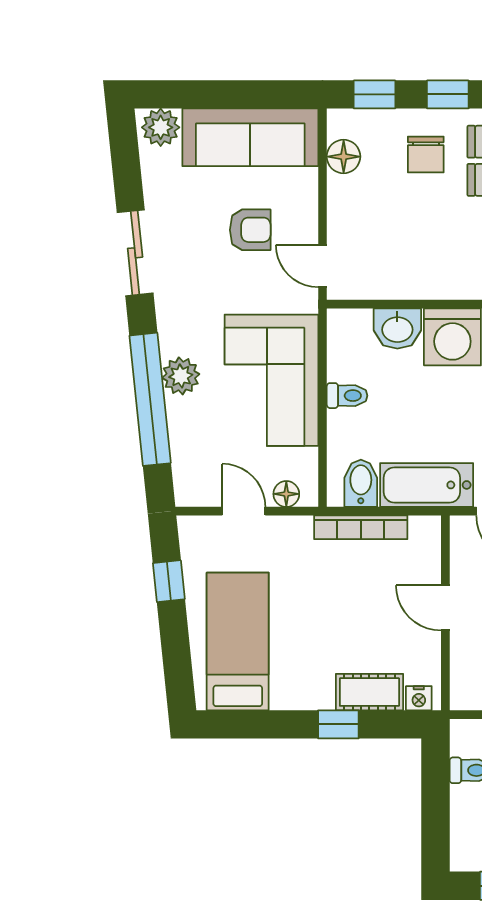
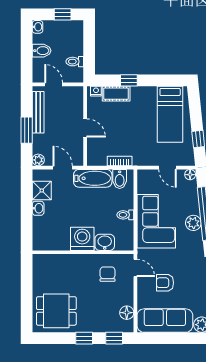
chair: (426, 154) -> (108, 274), moved
floor lamp: (286, 494) -> (190, 175), moved
bookcase: (361, 527) -> (120, 161), width x0.64

